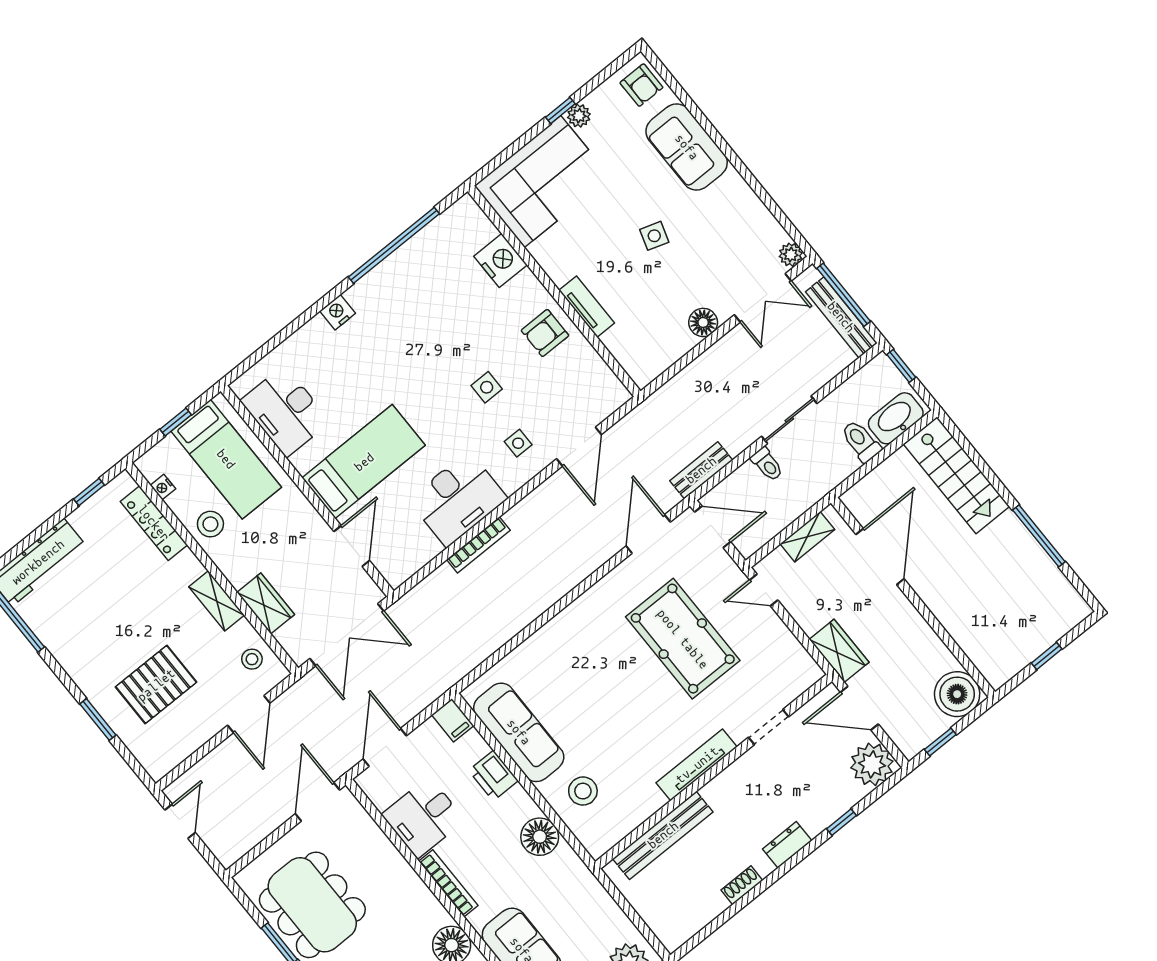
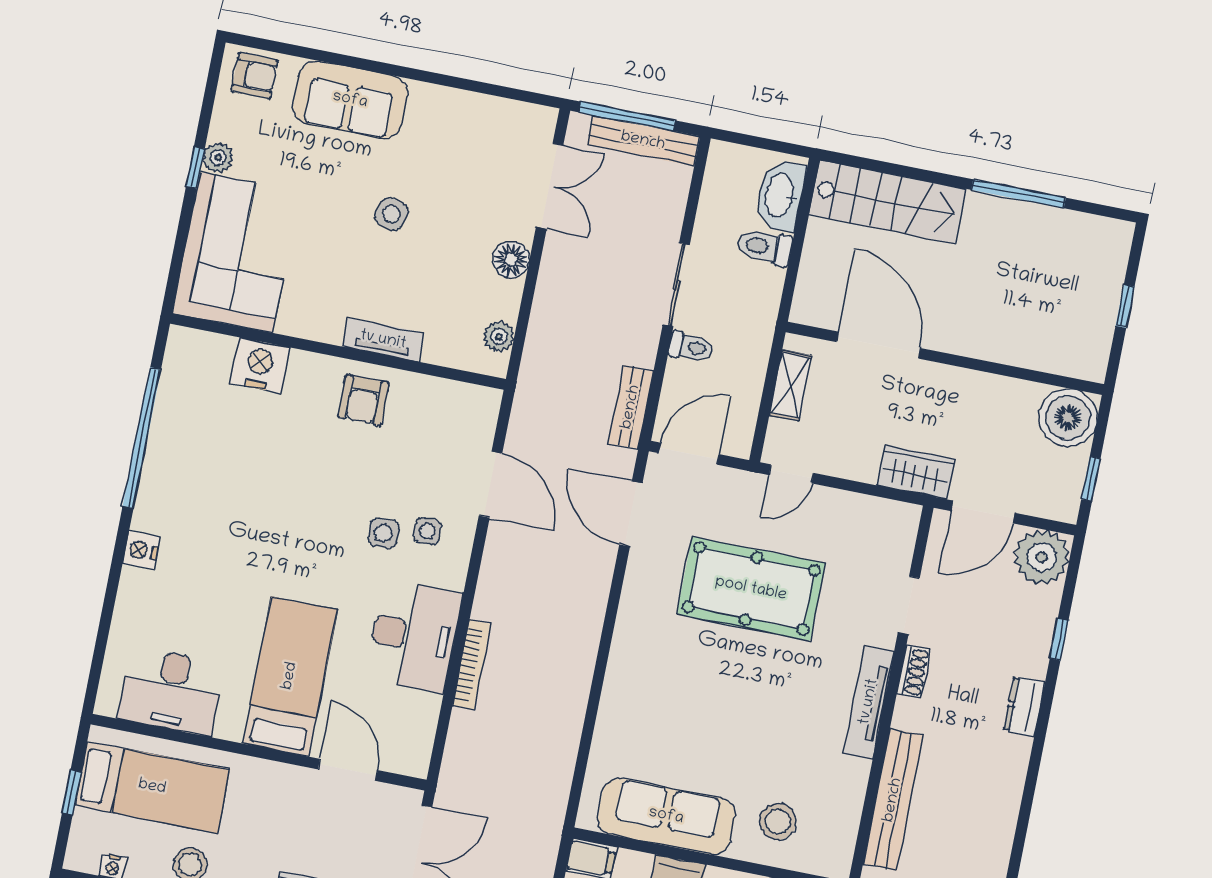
plant: (791, 255) -> (499, 337), moved
window: (901, 366) -> (743, 139), removed
side table: (487, 387) -> (383, 533), moved
shoe rack: (742, 885) -> (913, 672), moved, turned 180

